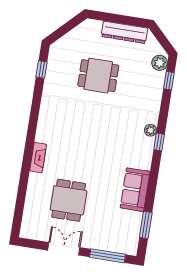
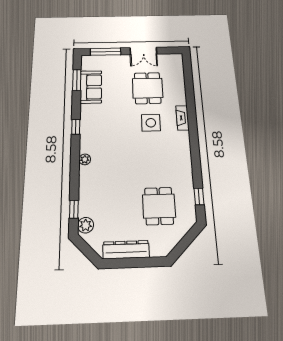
dining table: (98, 76) -> (159, 206), moved, turned 90
window: (159, 142) -> (76, 127), moved
side table: (74, 158) -> (151, 123), added
sofa: (135, 190) -> (91, 87), moved

